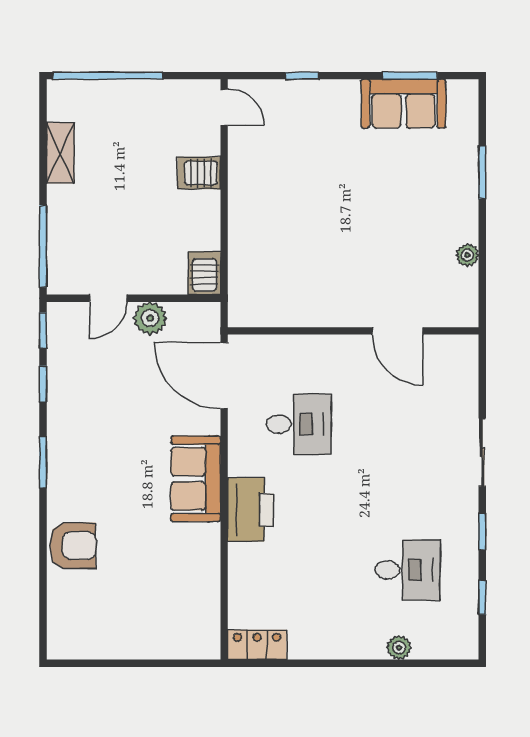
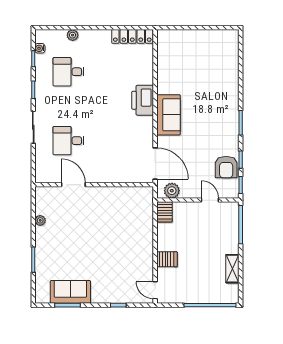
door: (108, 298) -> (210, 200), hinge flipped
plant: (150, 318) -> (172, 191), moved
desk: (299, 424) -> (69, 141), moved
armchair: (73, 546) -> (226, 167), moved, turned -90
water cooler: (468, 620) -> (40, 48), added
locker: (257, 645) -> (132, 36), width x1.53

